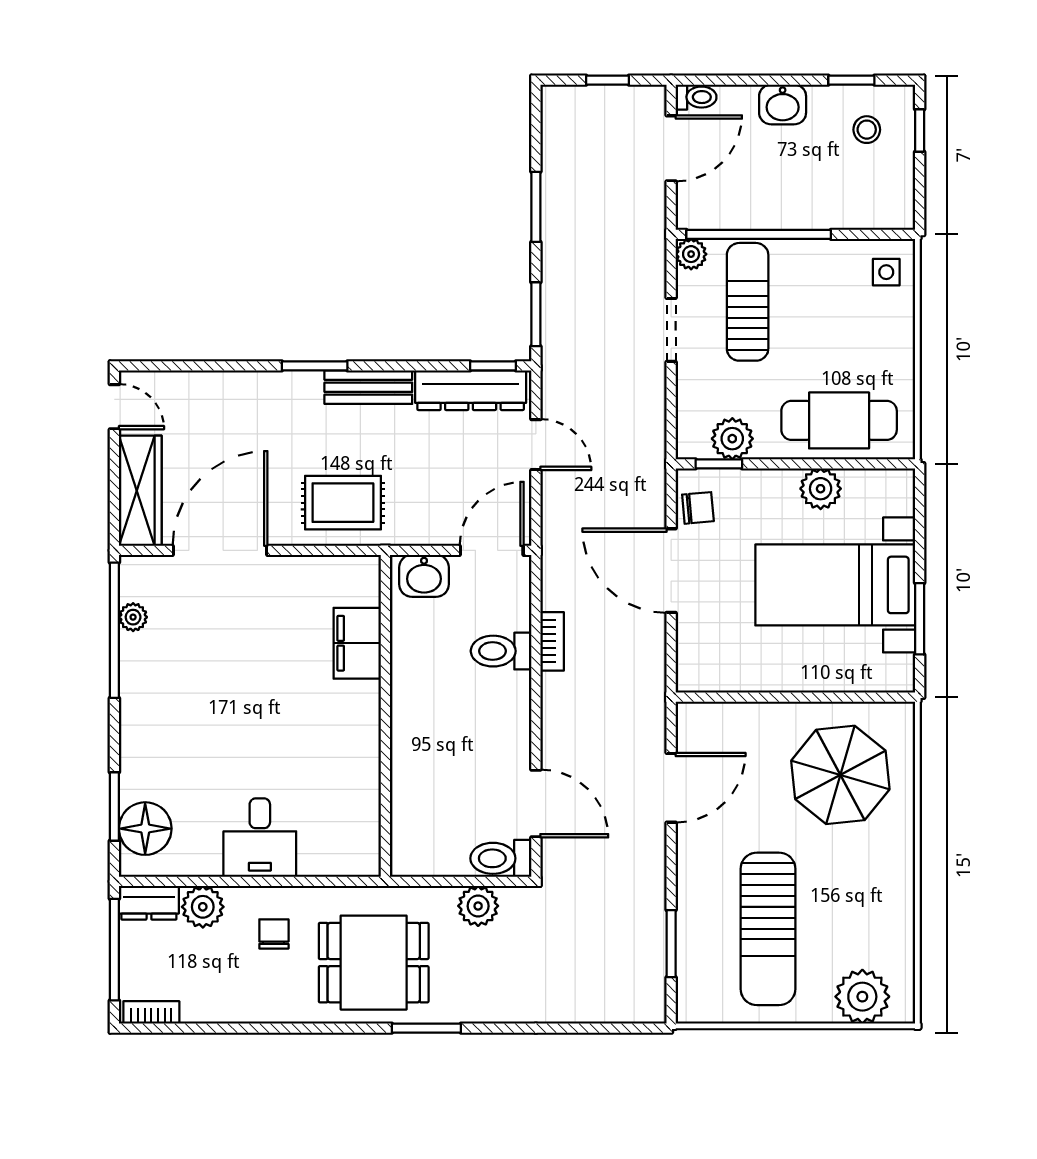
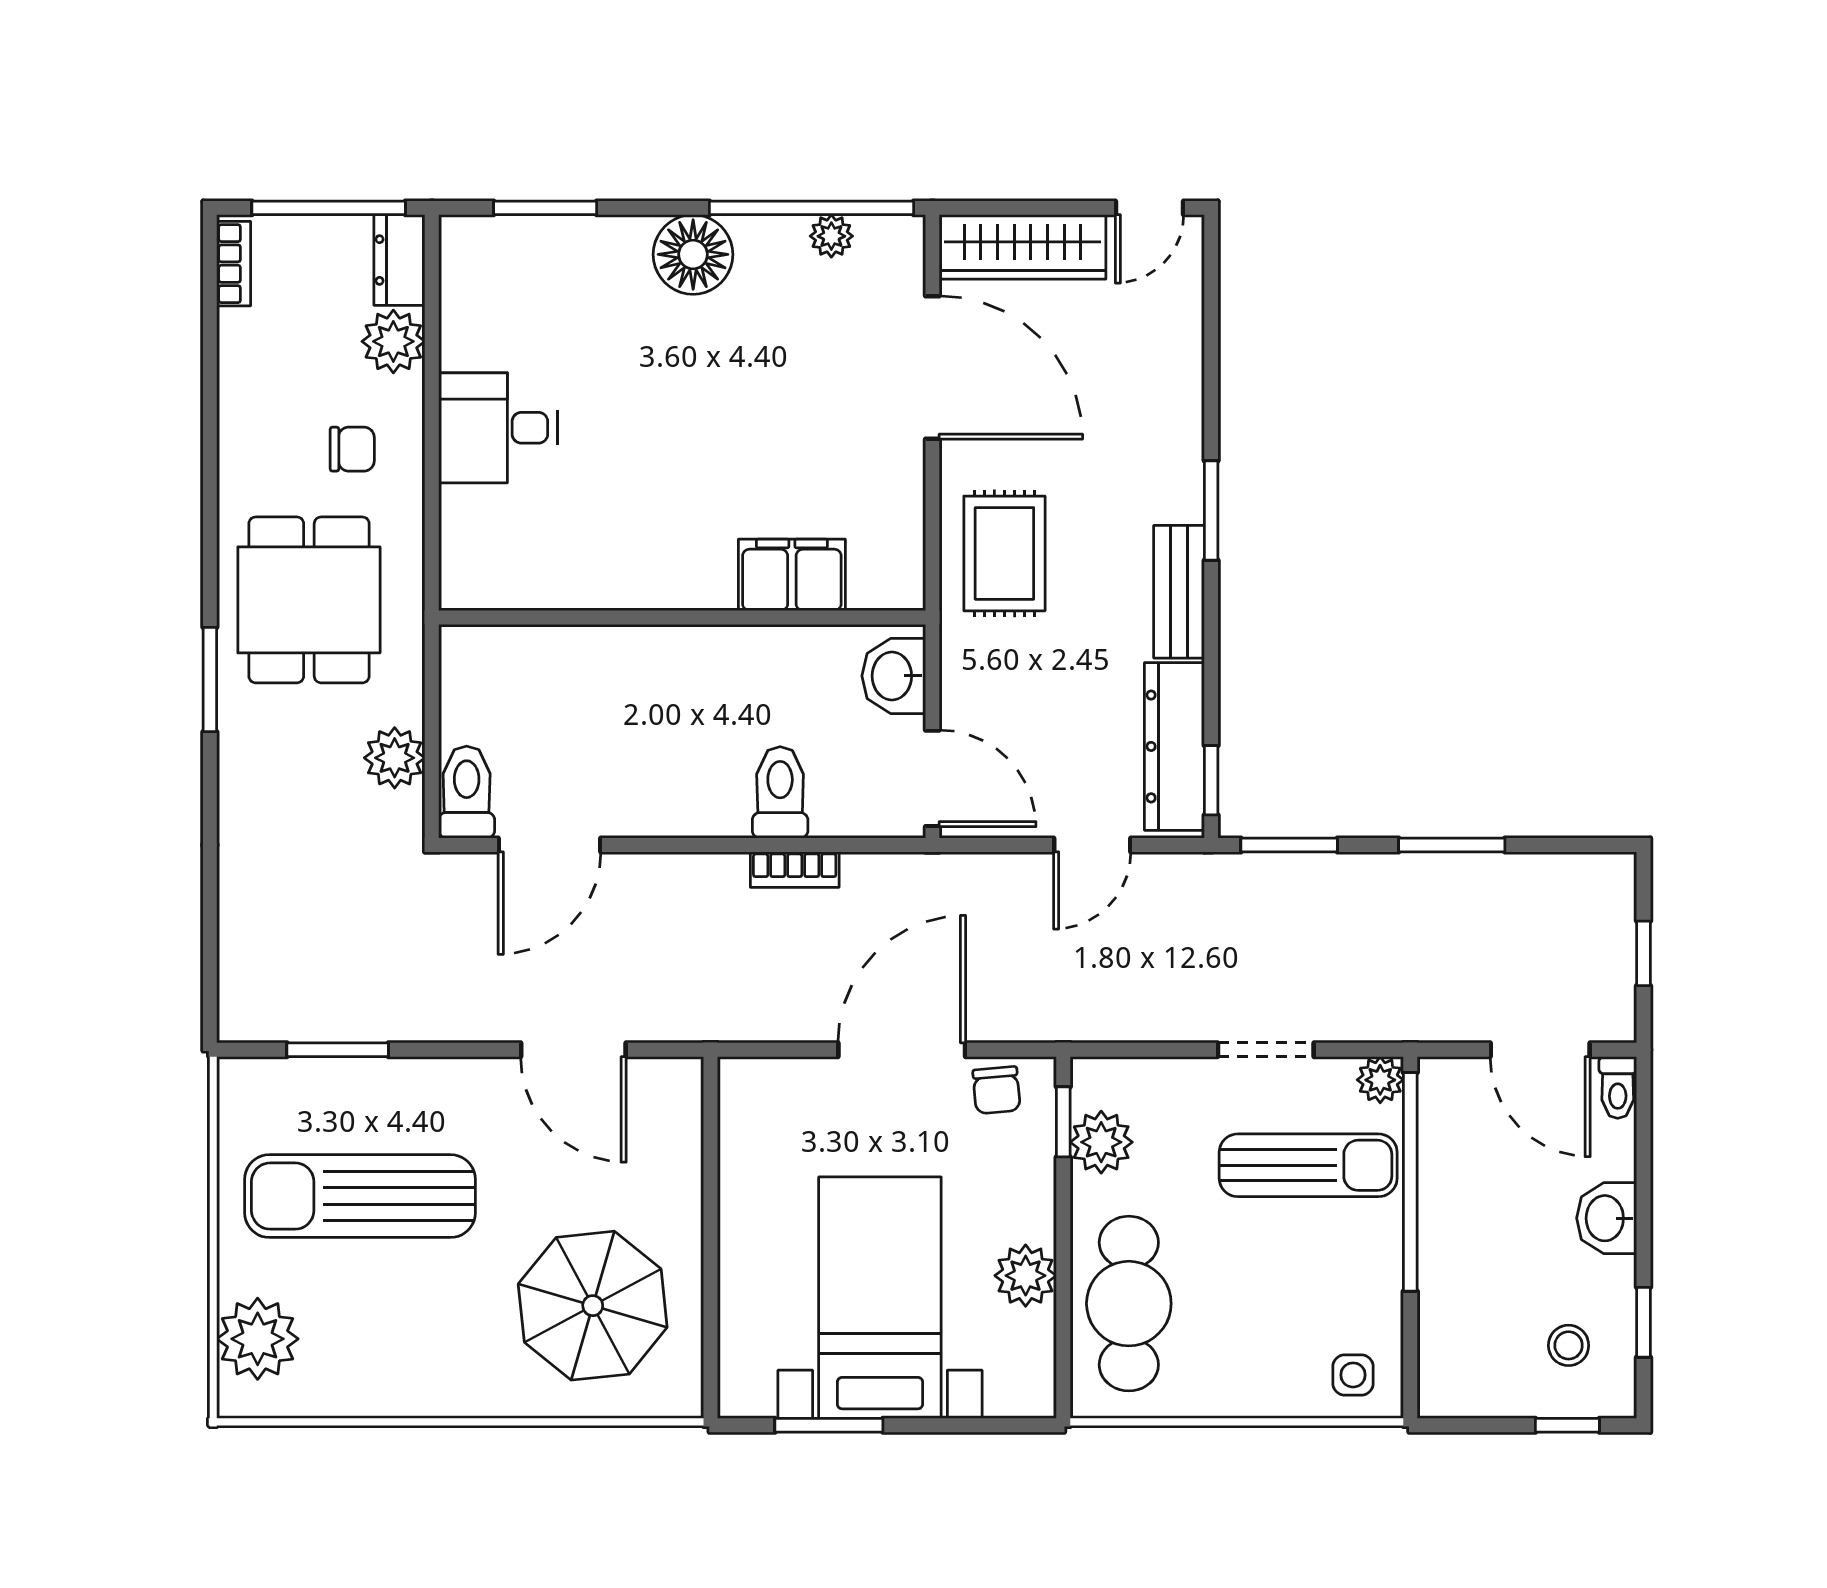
floor lamp: (145, 829) -> (693, 254), moved

